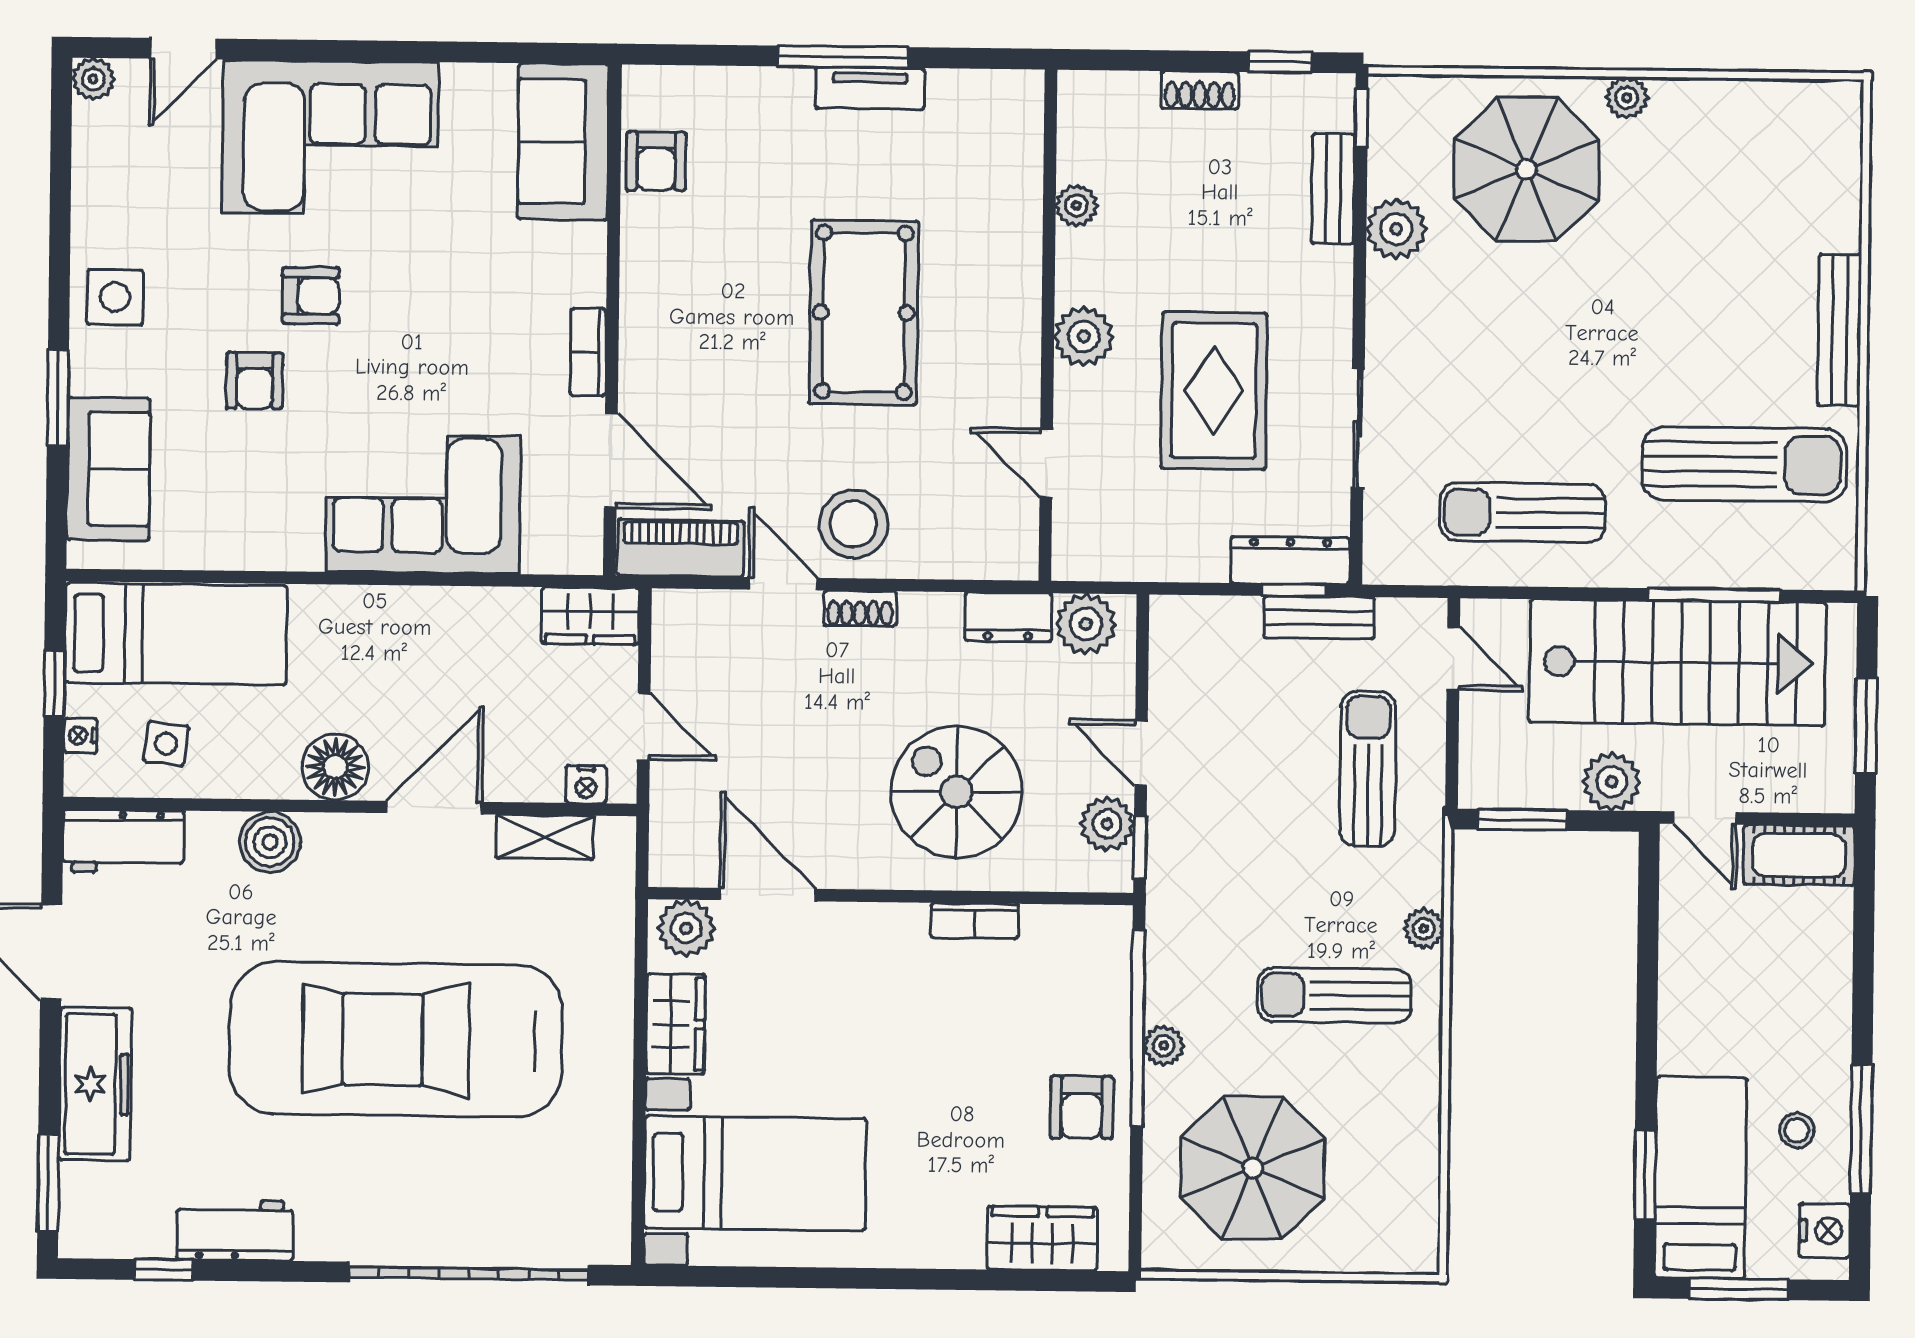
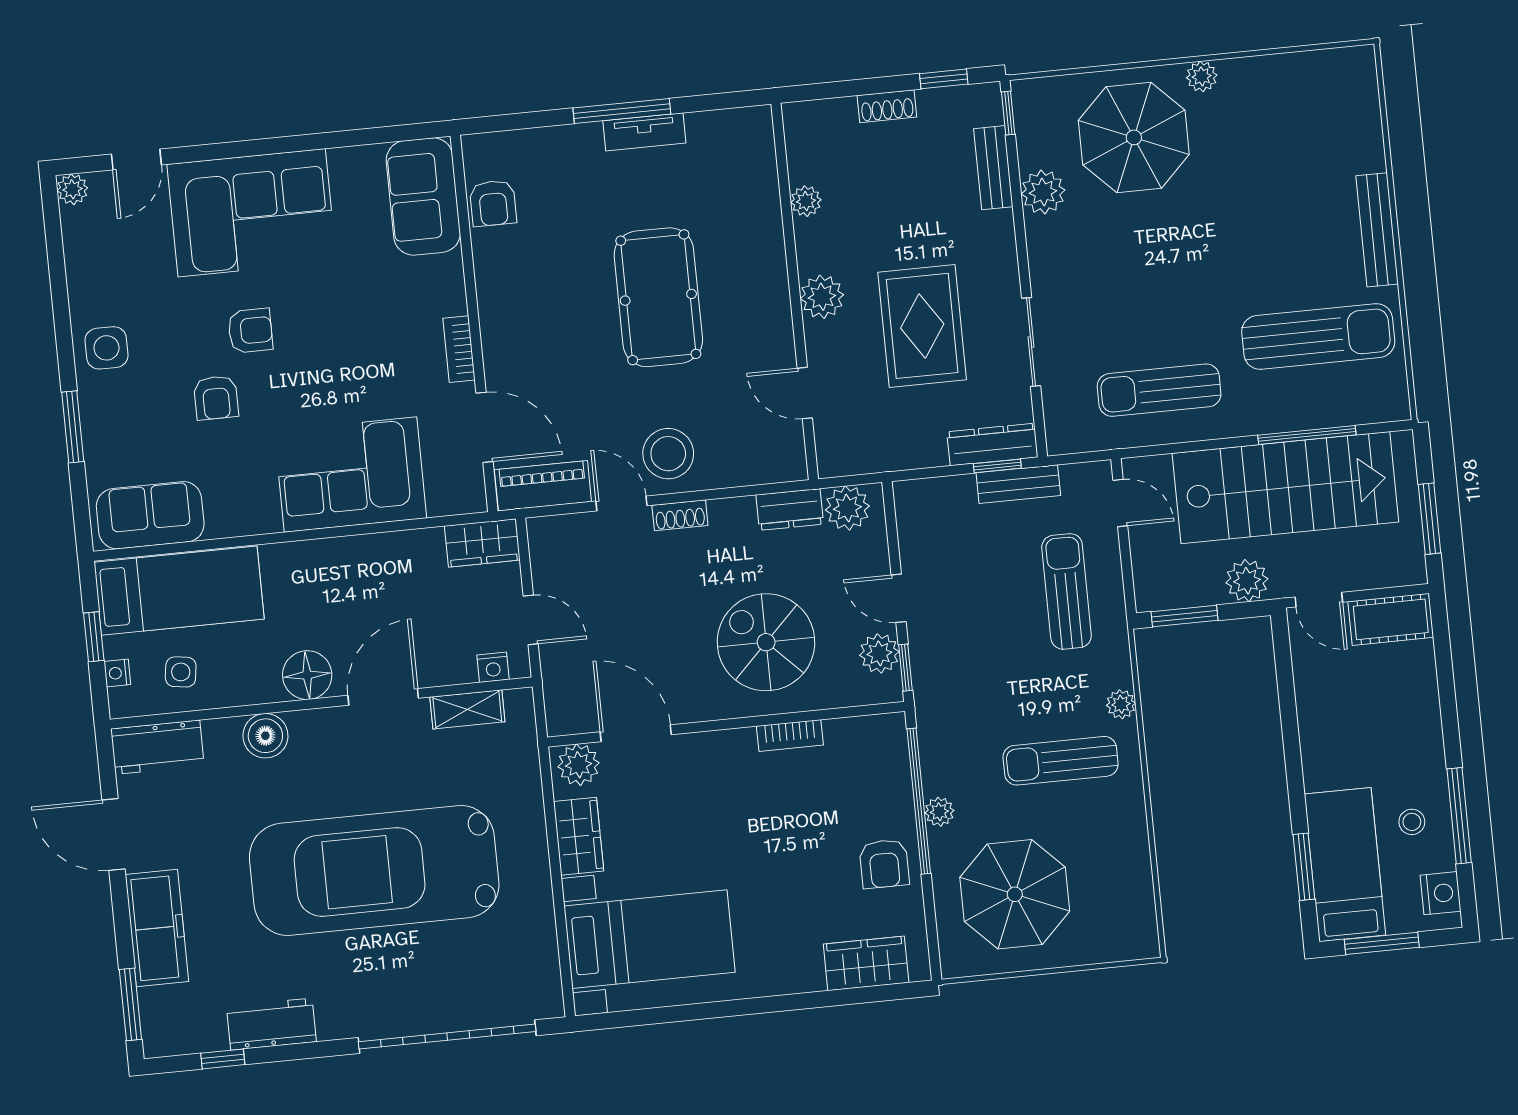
sofa: (109, 469) -> (150, 515), moved, turned -90

